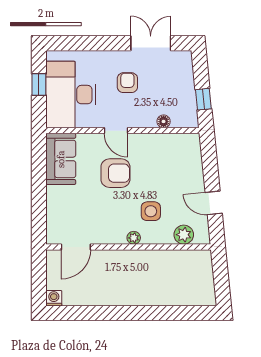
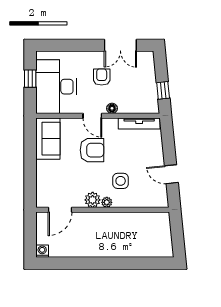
double door: (151, 43) -> (120, 45), swing flipped
floor lamp: (164, 121) -> (112, 108), moved
tv unit: (174, 140) -> (139, 123), added
plant: (184, 235) -> (93, 200), moved

